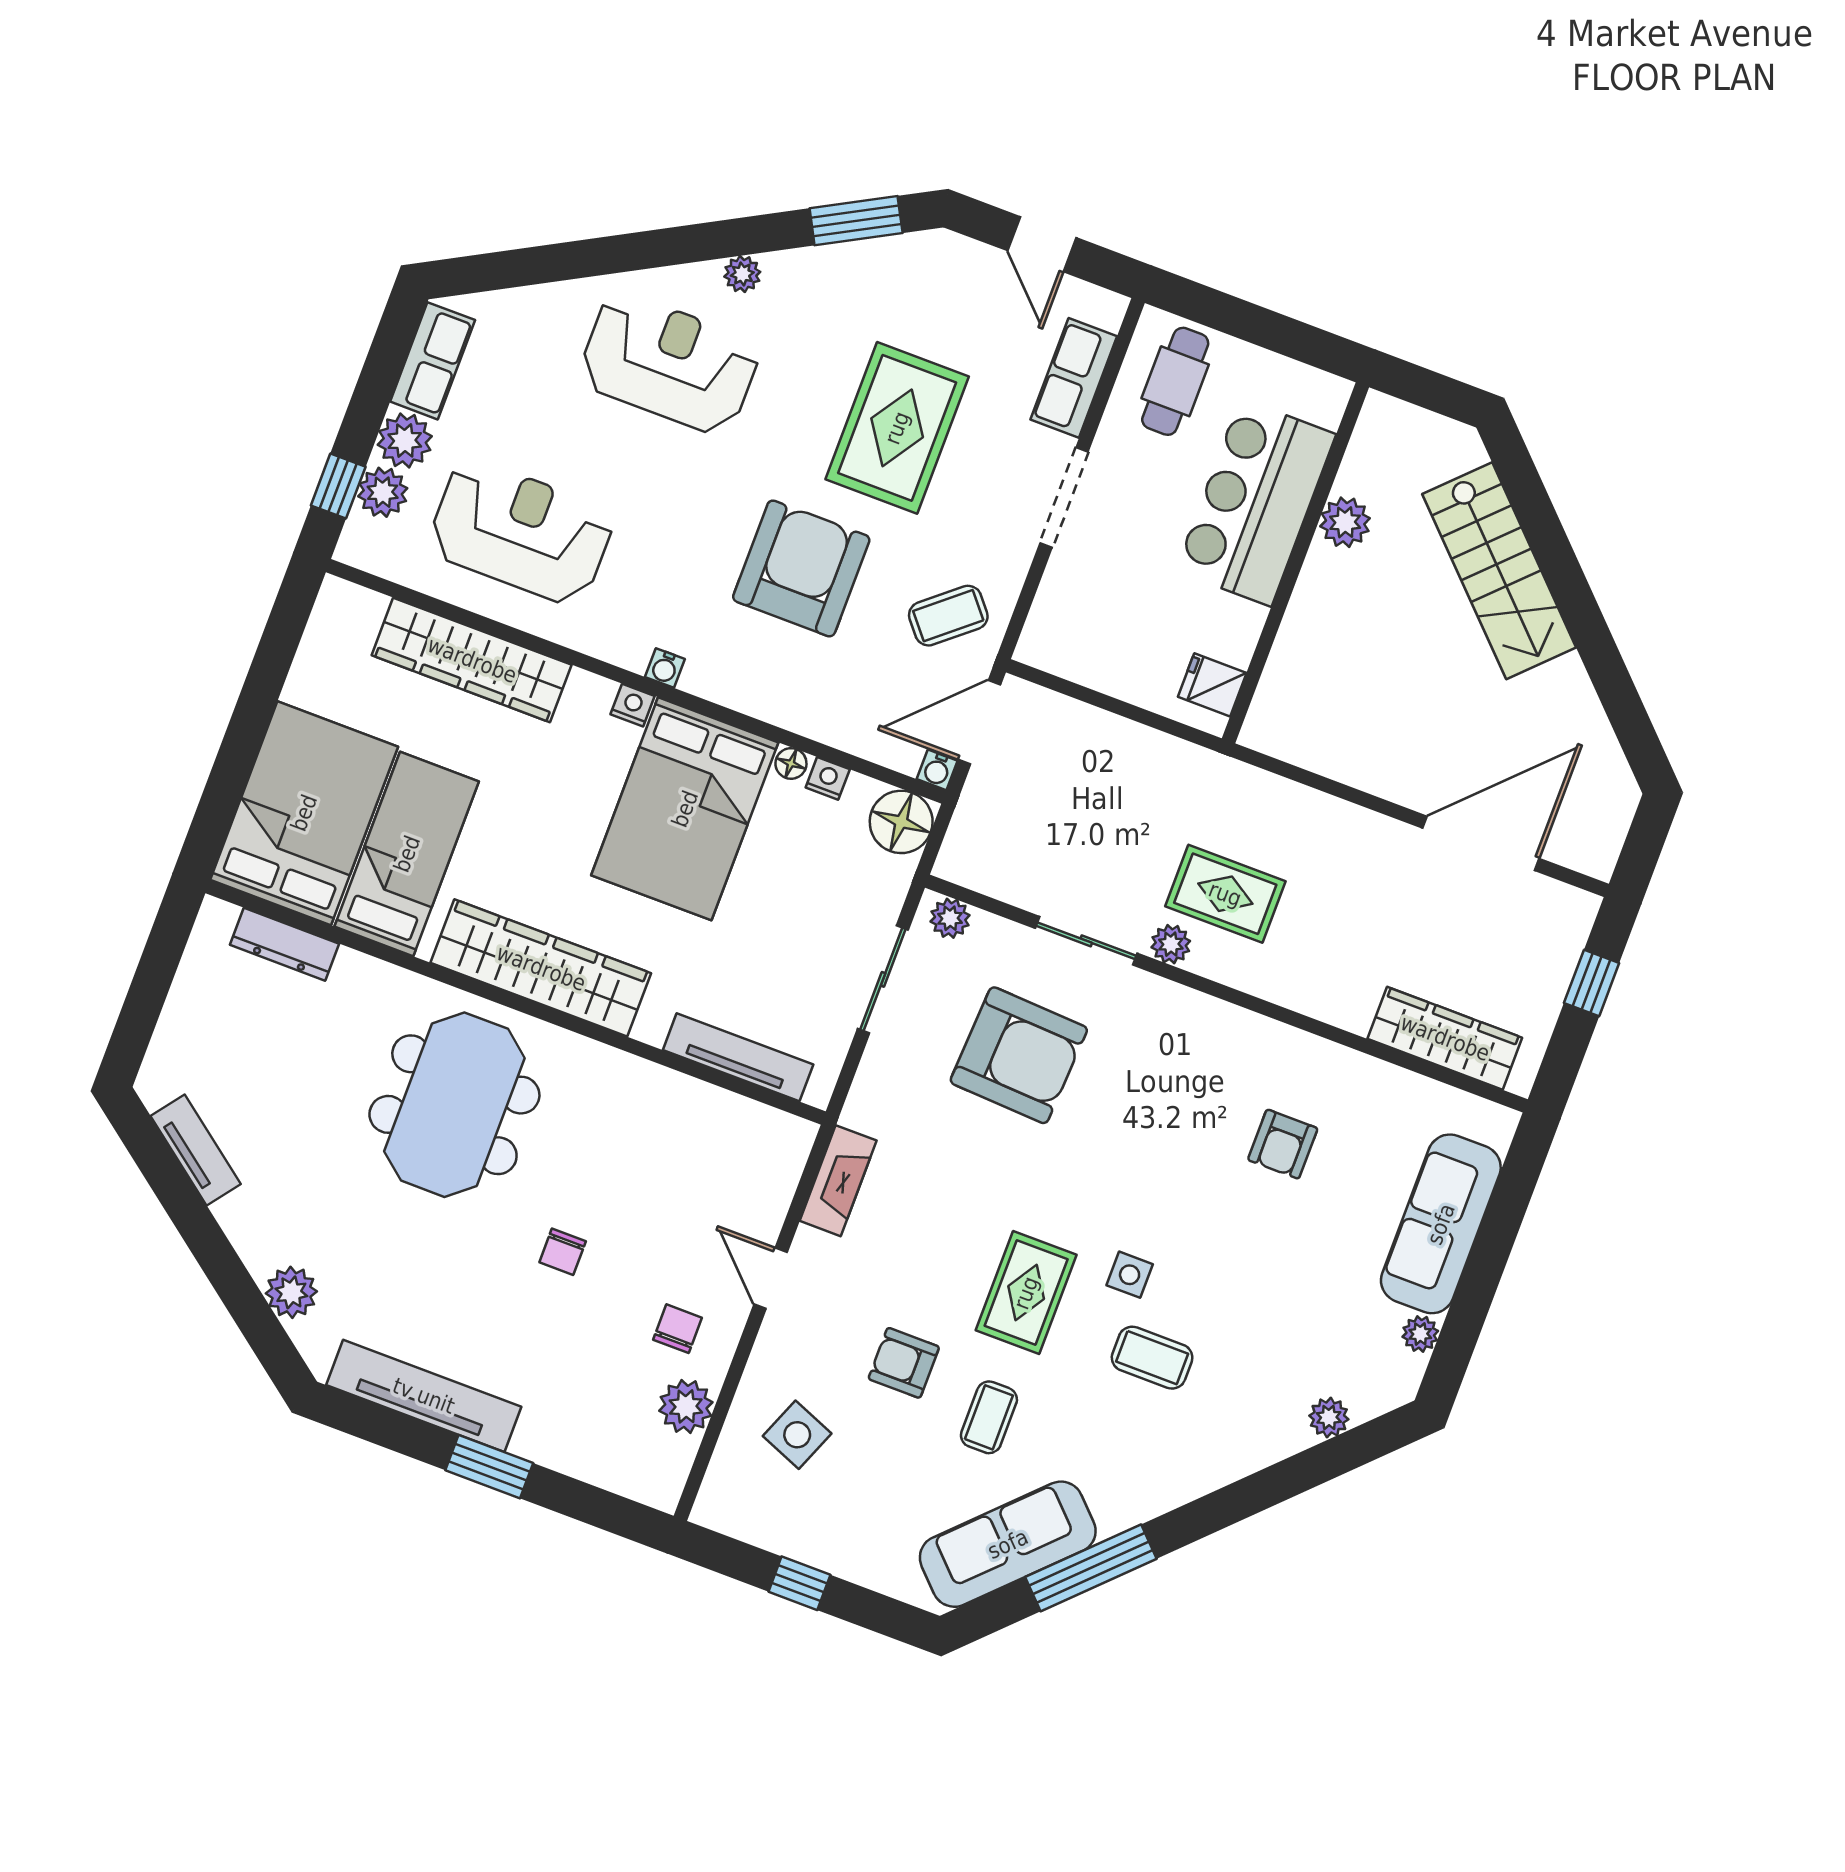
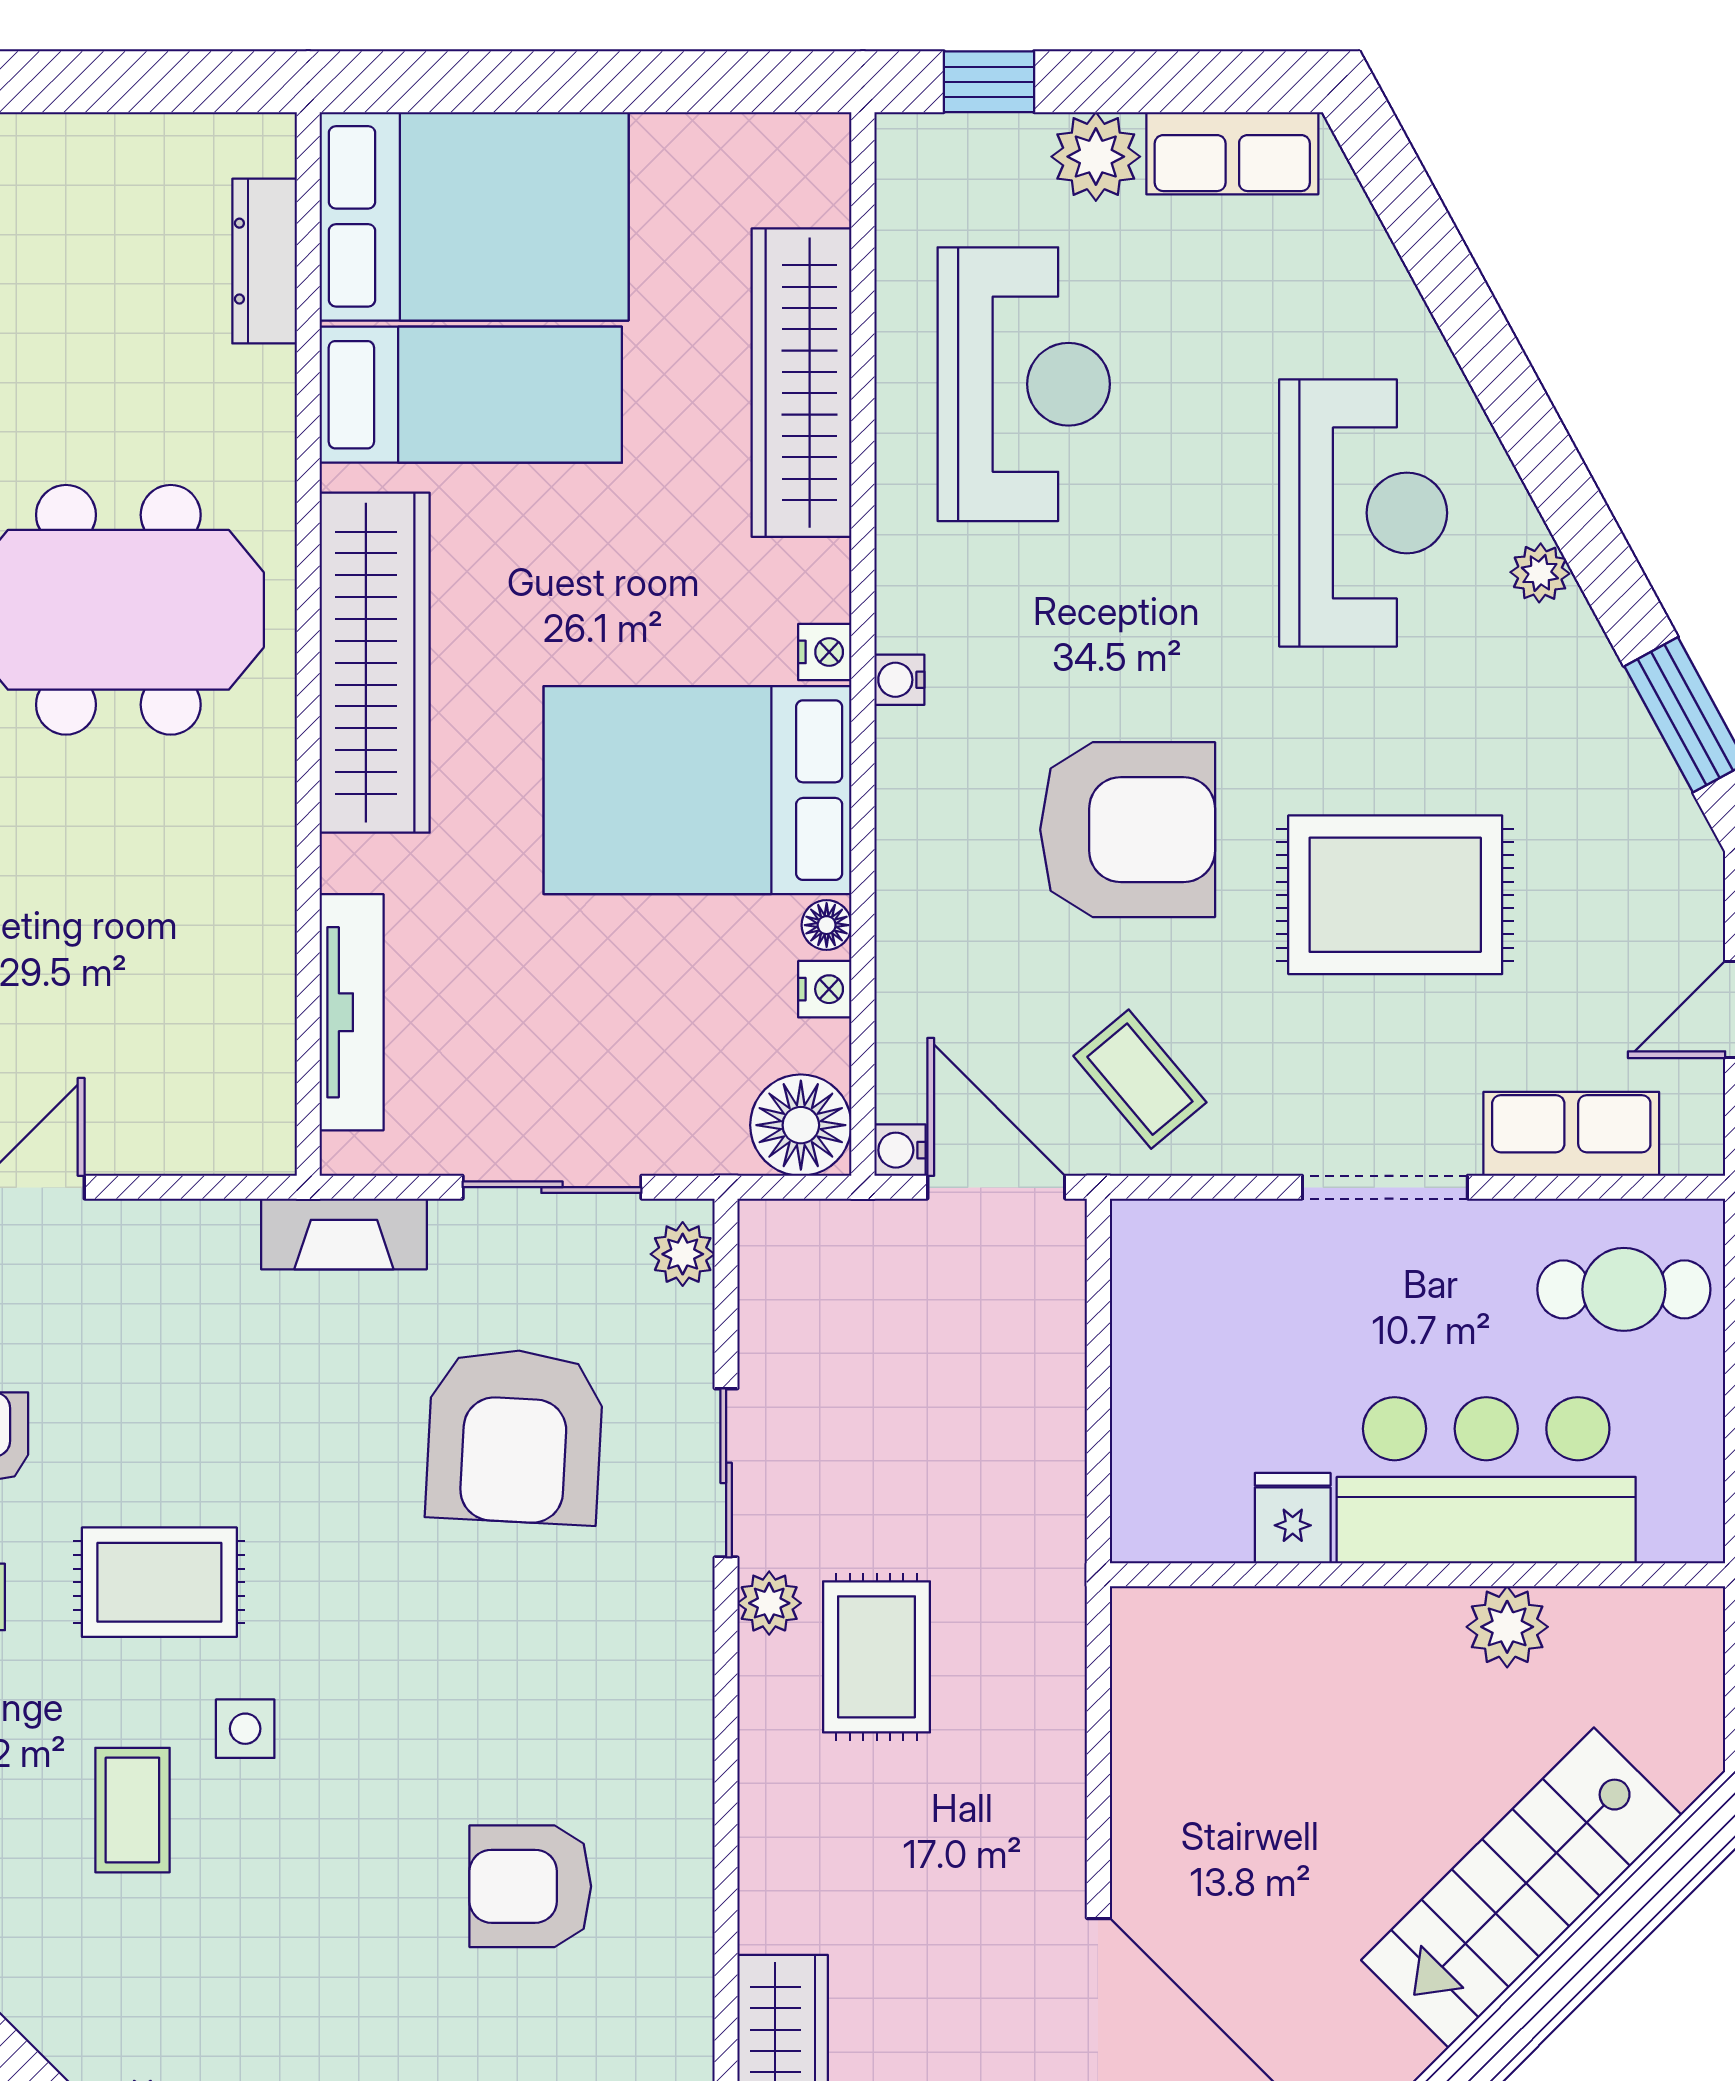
plant: (383, 492) -> (1005, 152), removed
fridge: (1212, 685) -> (1293, 1518), moved
armchair: (1283, 1144) -> (530, 1886), width x1.38, depth x1.38
fireplace: (838, 1181) -> (344, 1234), moved

